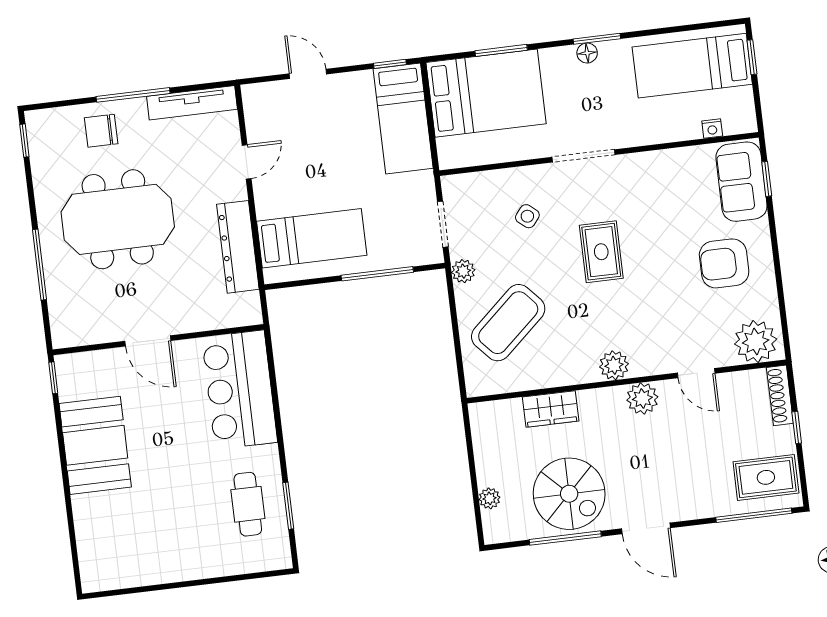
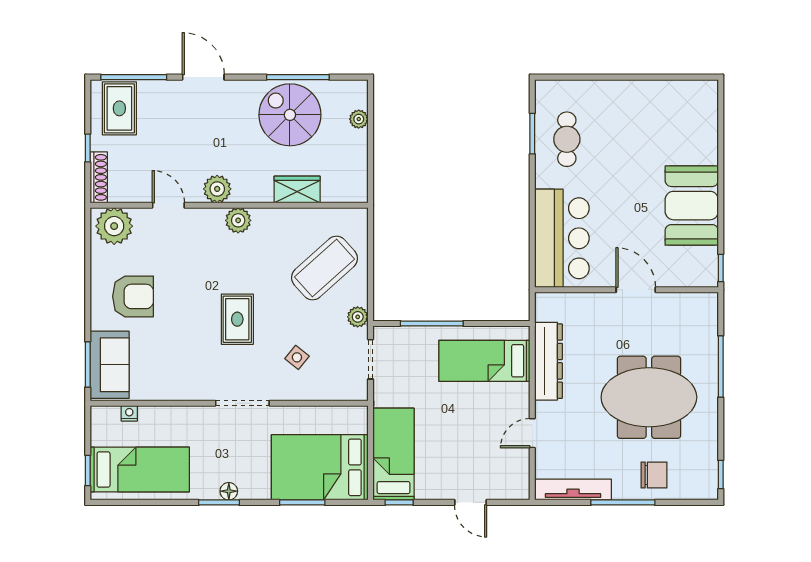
window: (767, 179) -> (88, 364), width x1.50
rug: (766, 477) -> (119, 108), turned 90
door: (646, 528) -> (203, 77), moved

